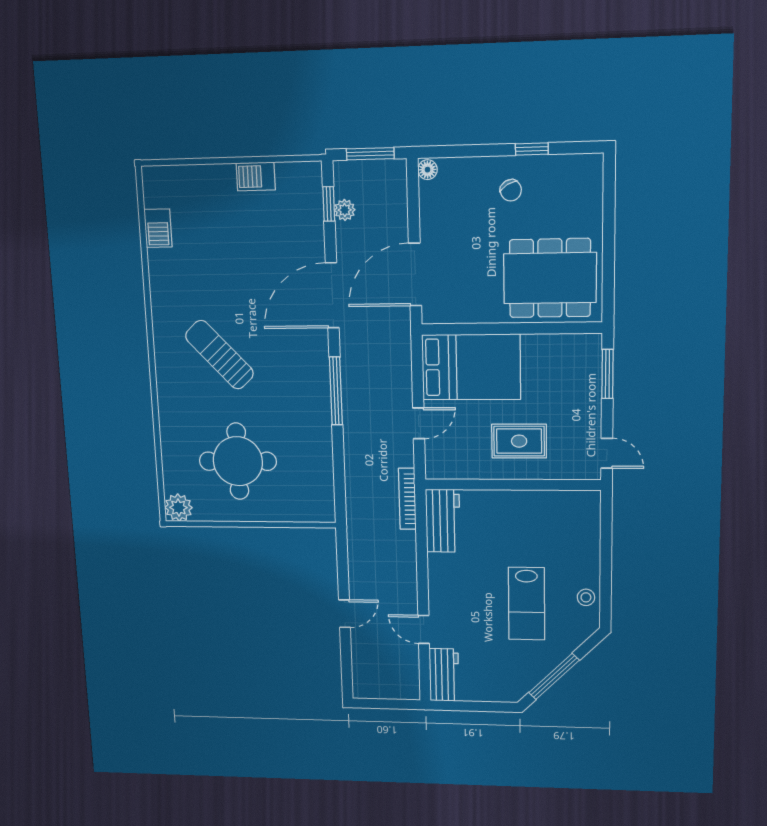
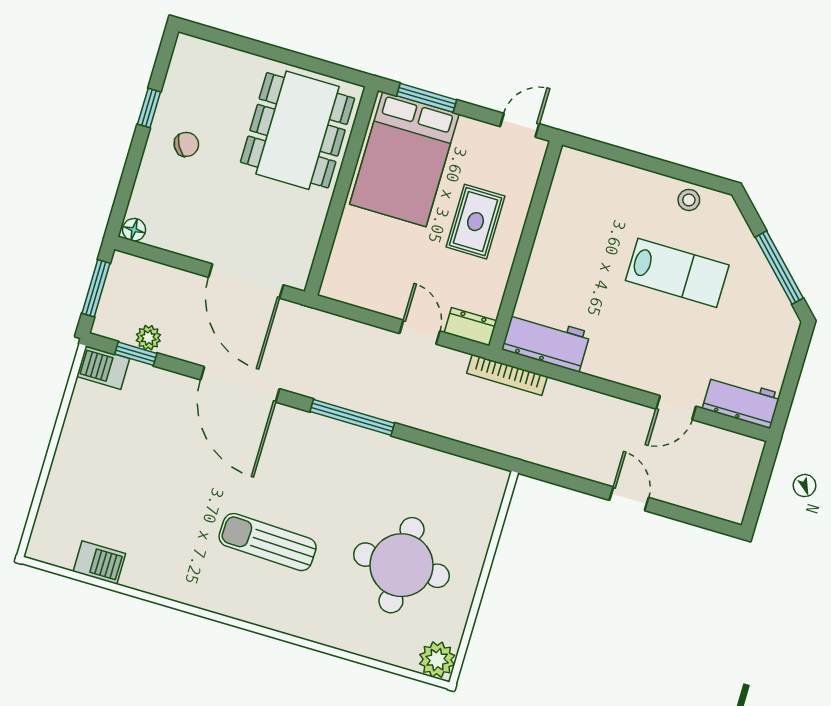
barbecue: (256, 177) -> (103, 368), moved, turned 90
sun lounger: (219, 355) -> (268, 542), turned 45
bed: (471, 367) -> (404, 159), moved, turned 180
dresser: (435, 461) -> (470, 327), added

